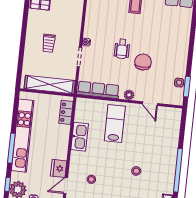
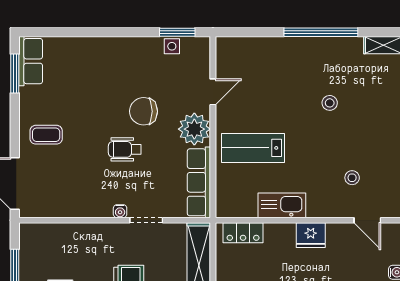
wheelchair: (122, 49) -> (125, 149), turned 180
plant: (129, 95) -> (194, 129), width x1.87, depth x1.87
fridge: (59, 168) -> (311, 235), moved

